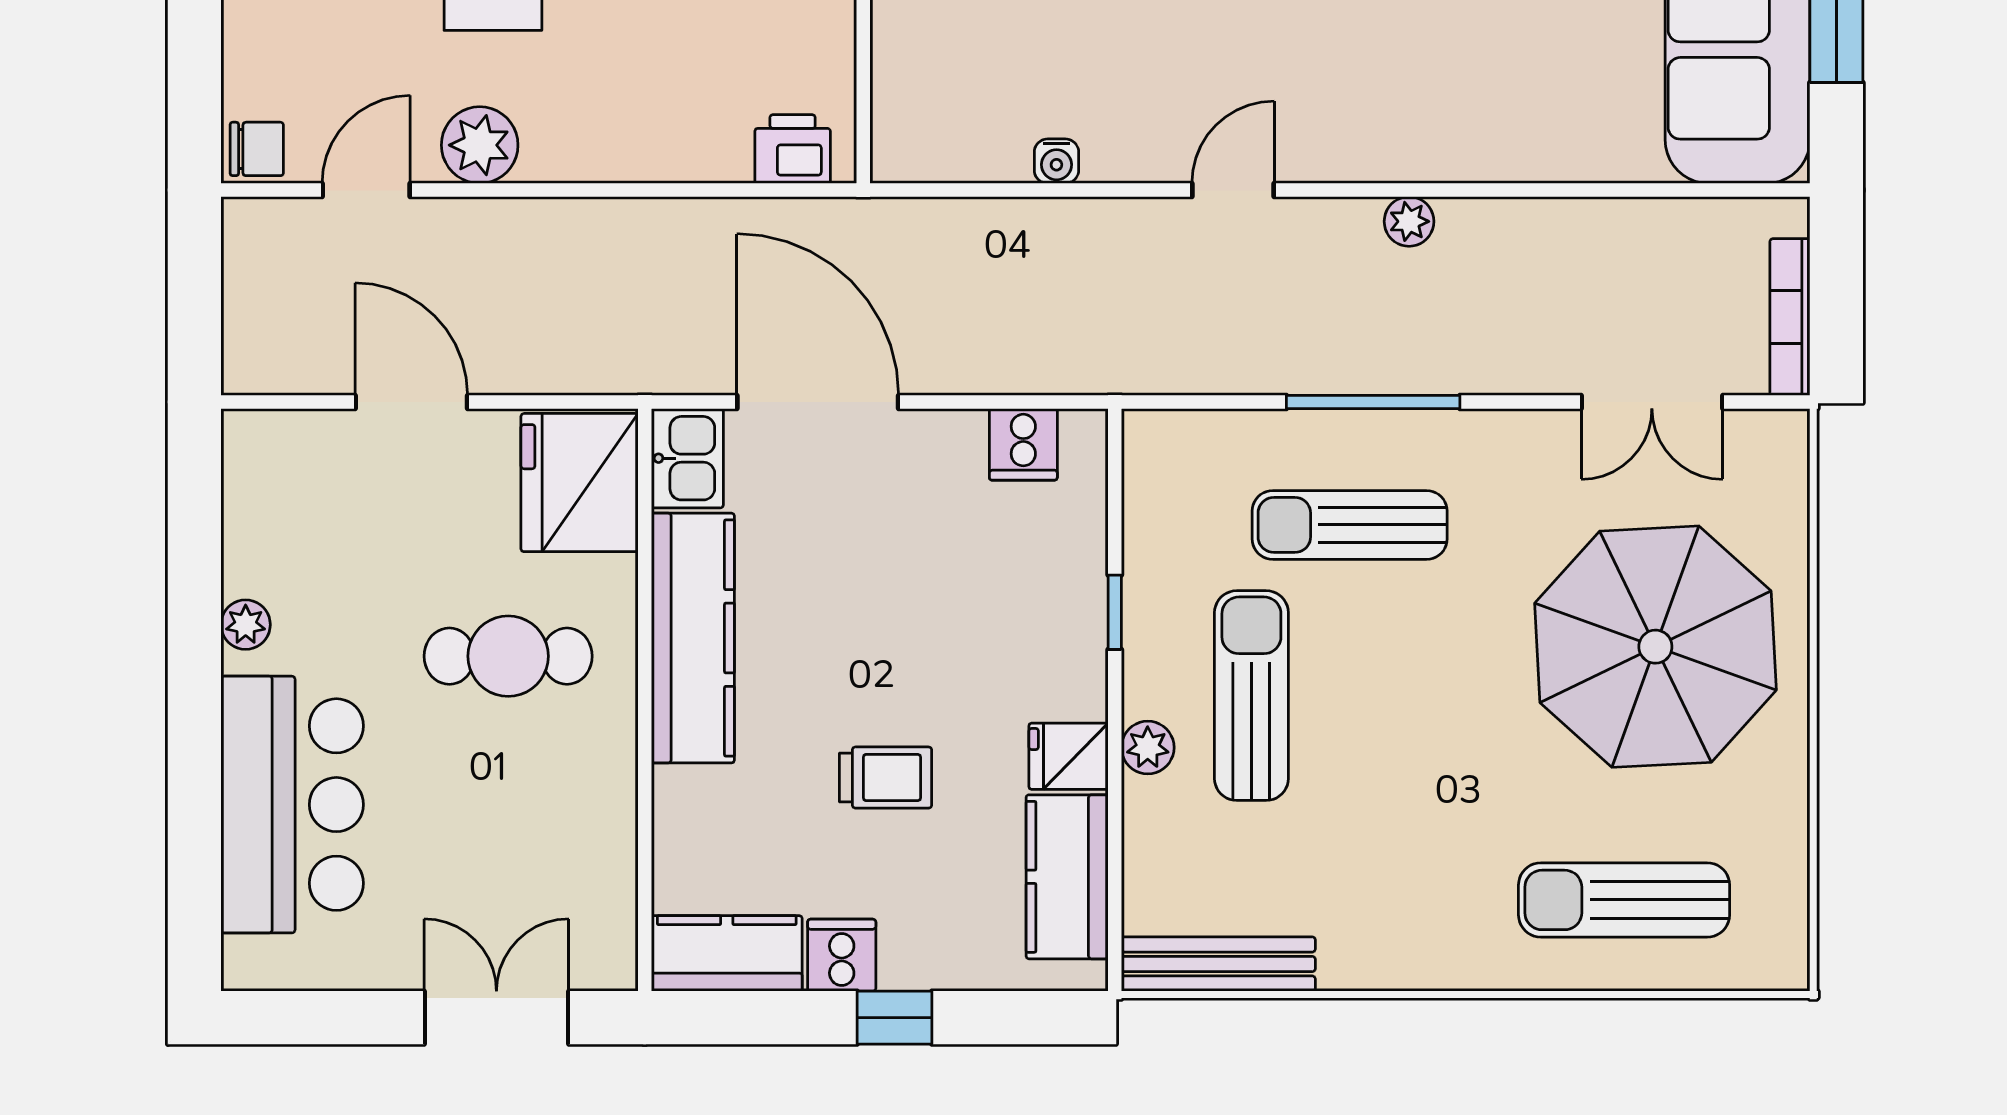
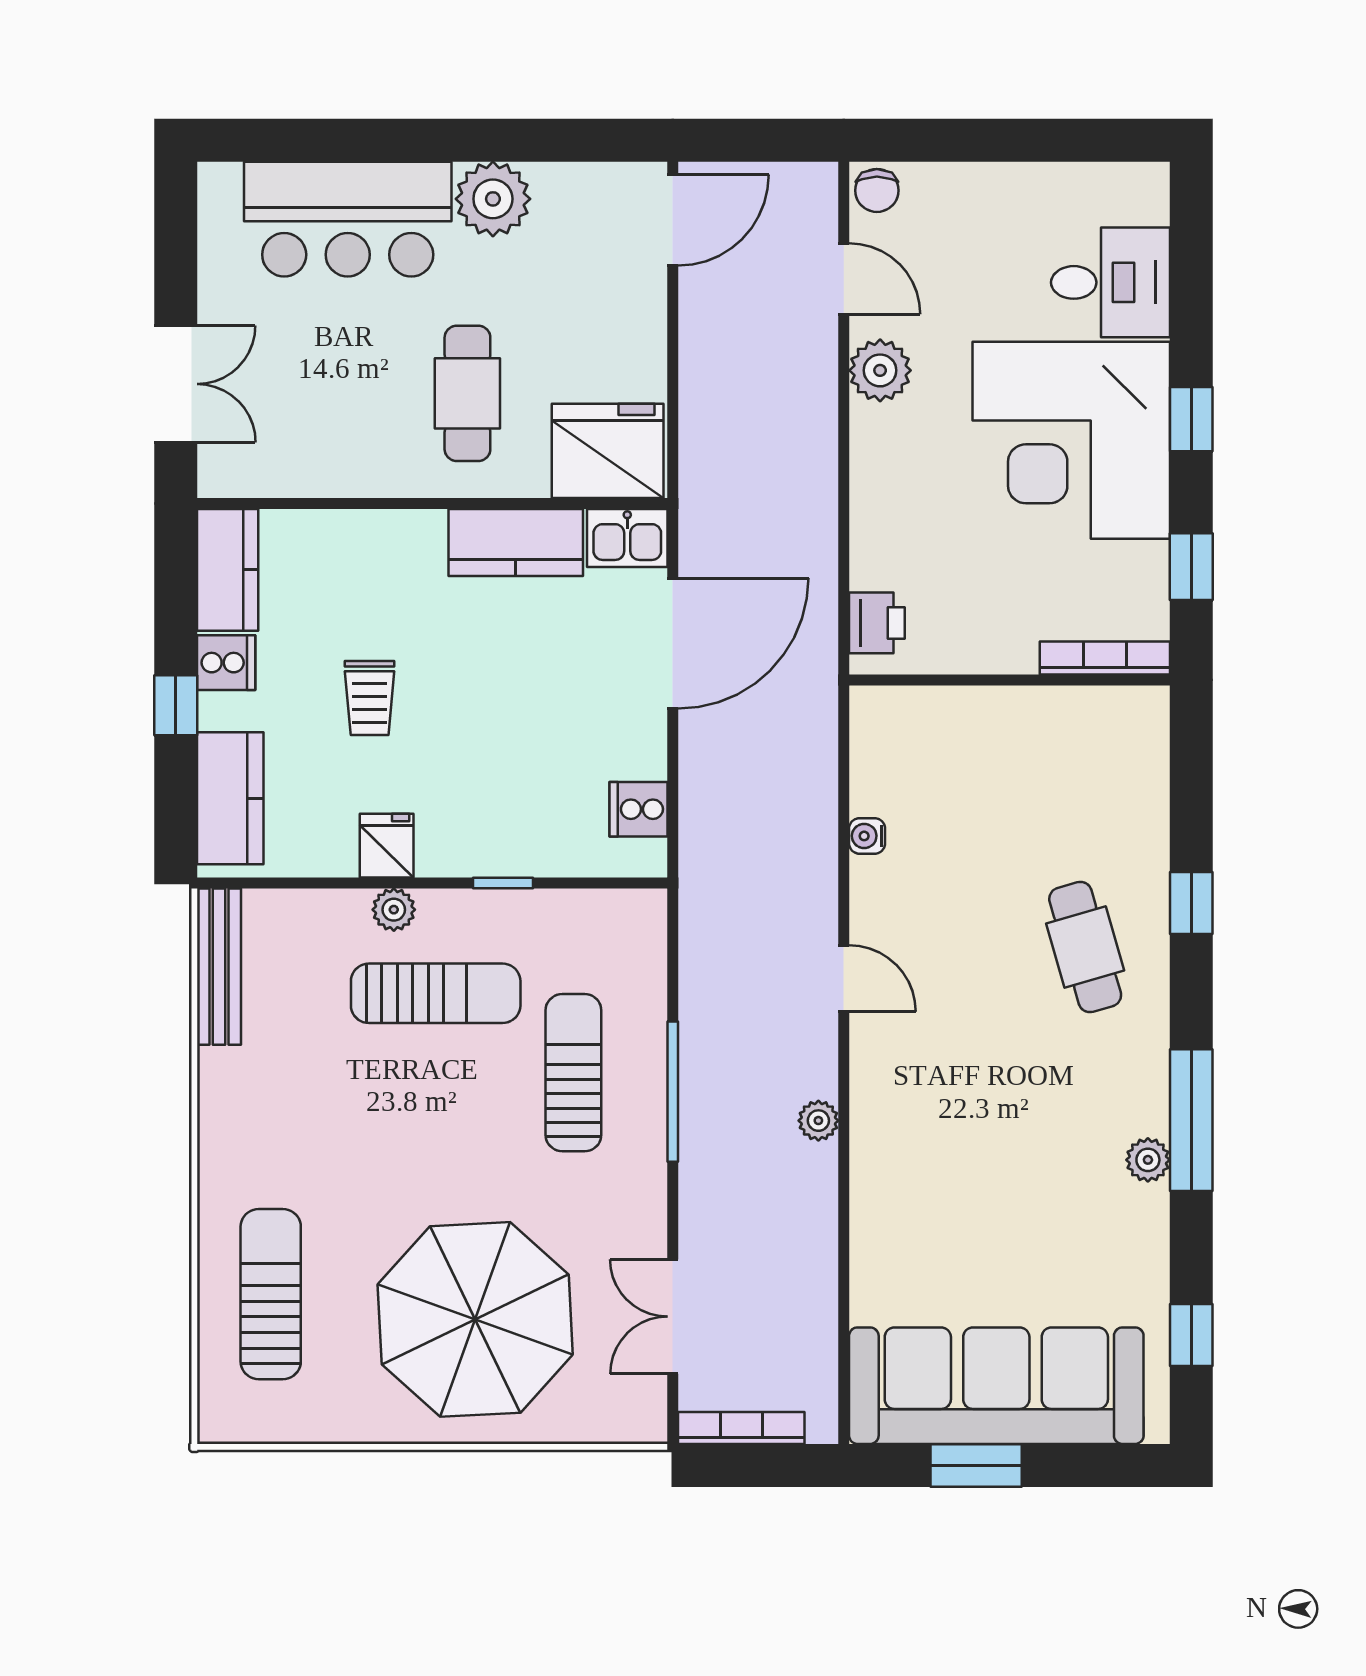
door: (411, 402) -> (673, 220), moved
plant: (246, 625) -> (493, 199), width x1.88, depth x1.88
kitchen counter: (693, 638) -> (516, 542), width x0.67
kitchen counter: (1067, 877) -> (230, 798), moved, turned 90

